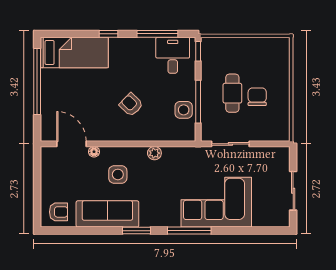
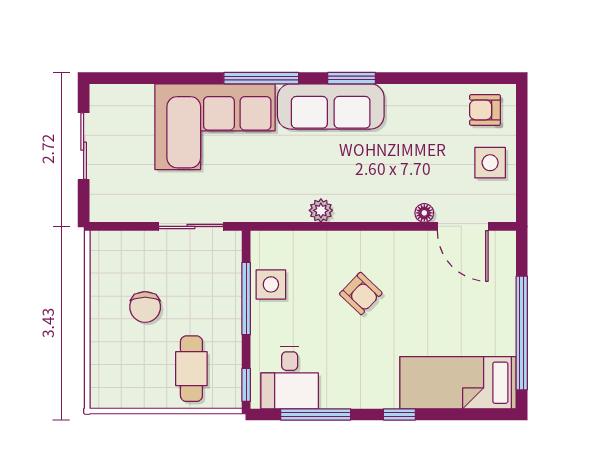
cafe table: (232, 93) -> (191, 369), moved
side table: (118, 174) -> (490, 163), moved
sofa: (107, 214) -> (331, 106), moved

